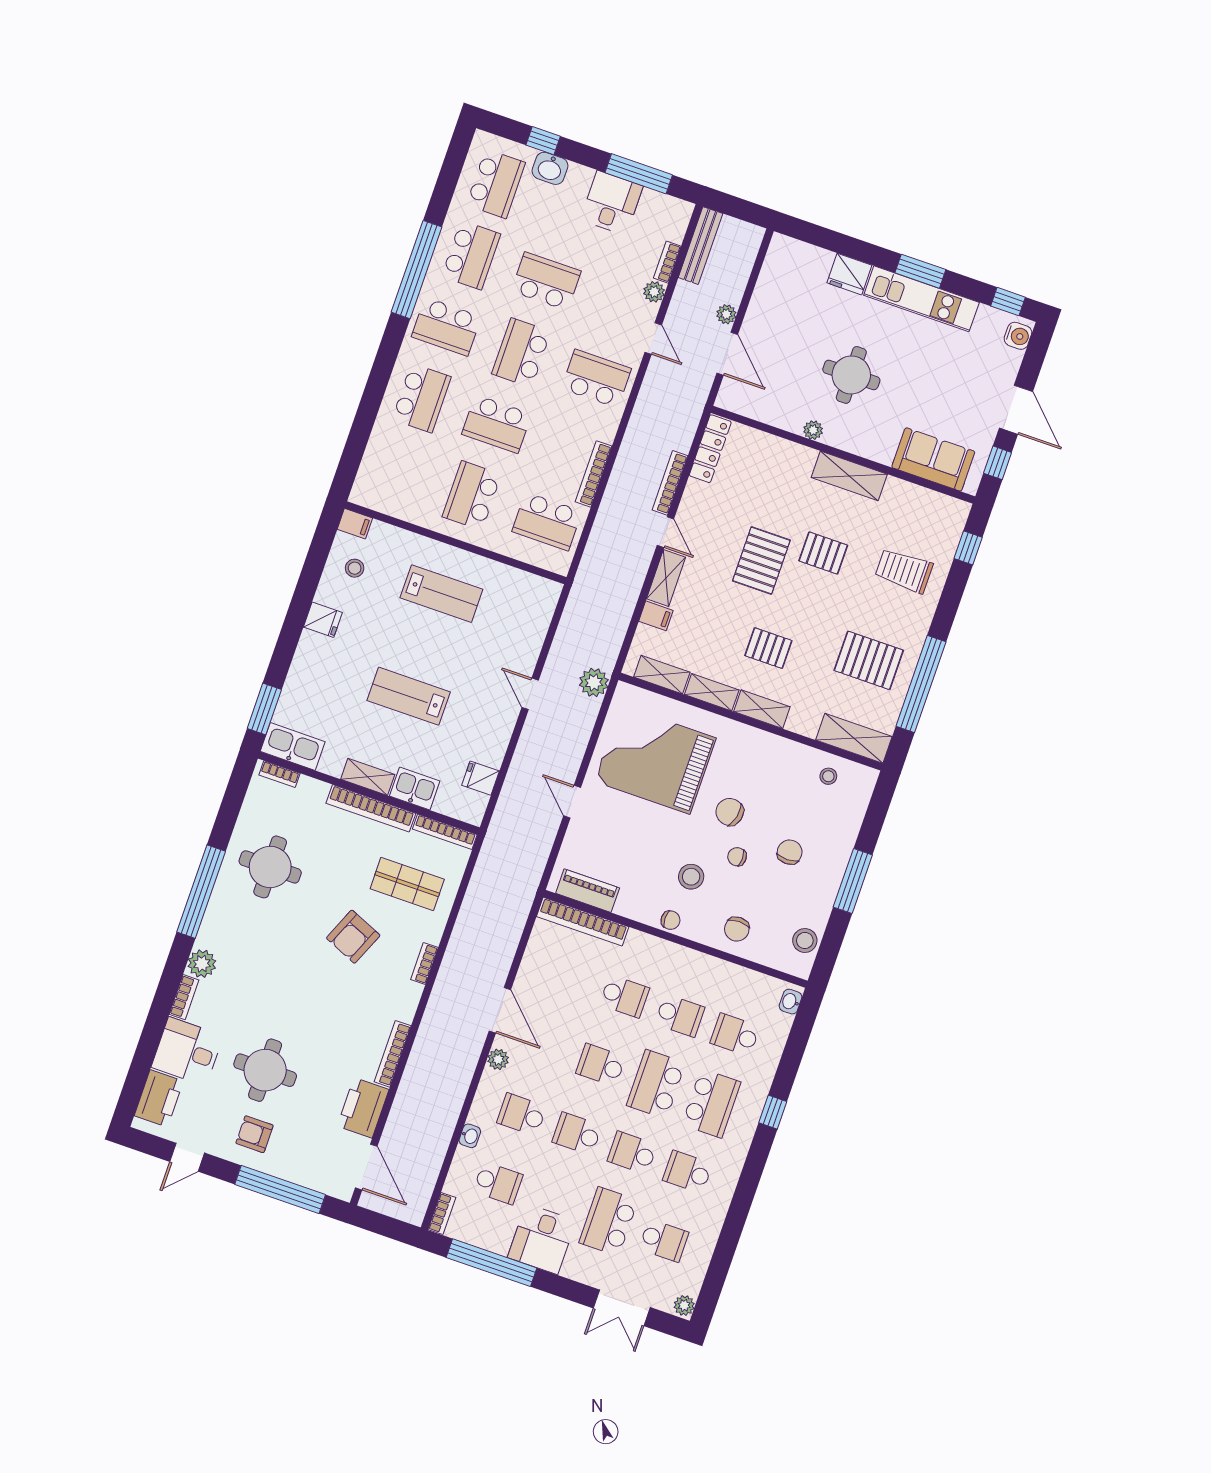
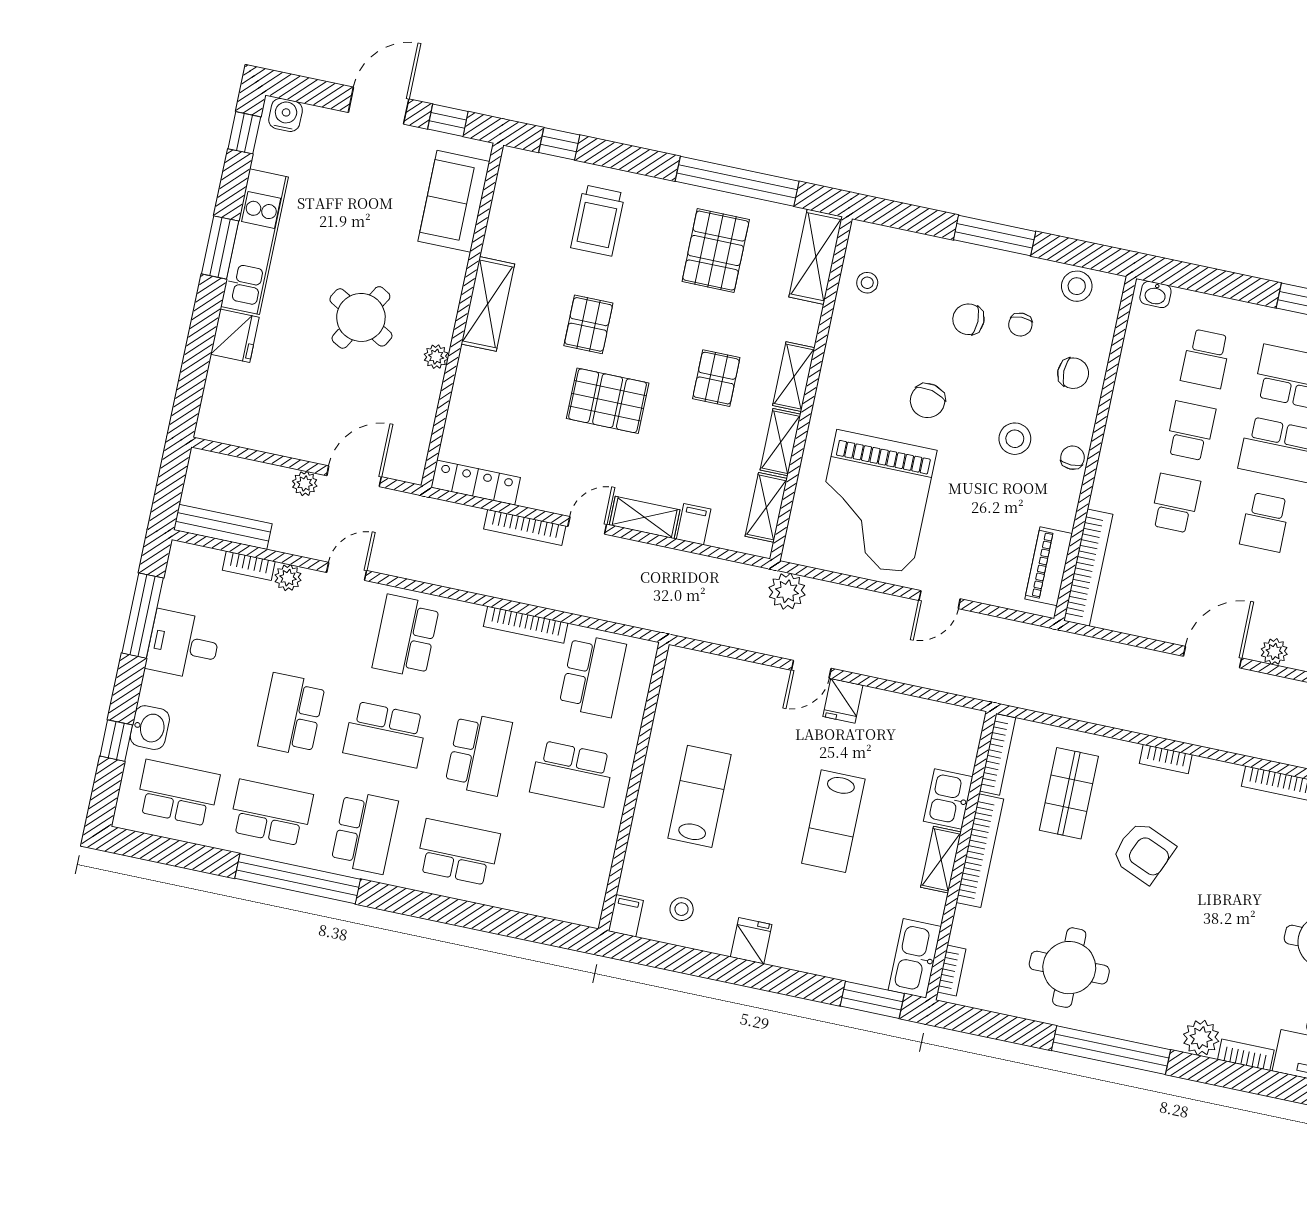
round table: (851, 375) -> (361, 317), turned 30
fridge: (481, 778) -> (843, 701), moved
chair: (737, 857) -> (1020, 325), moved

